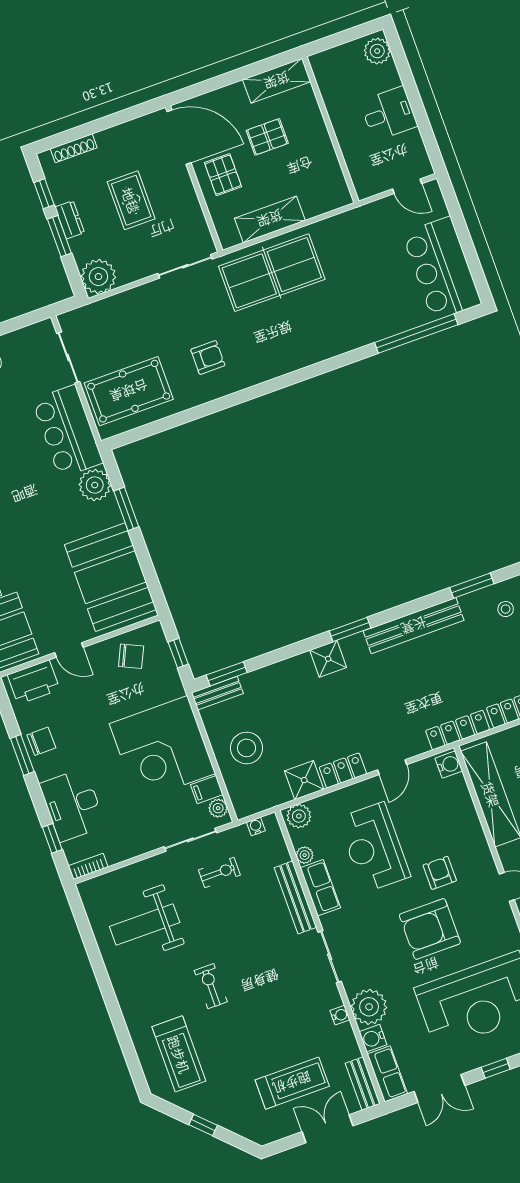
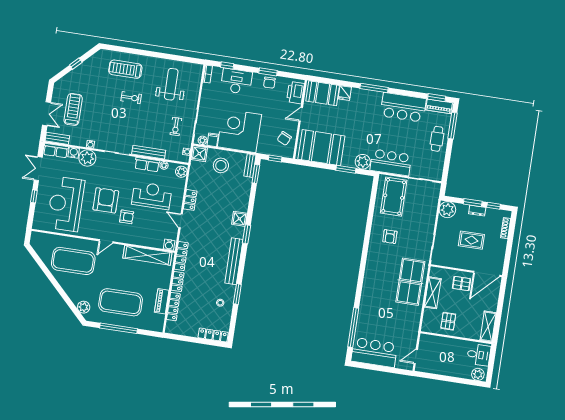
desk: (389, 114) -> (479, 355), moved, turned -90
pallet: (267, 137) -> (448, 321), moved
shower: (304, 780) -> (199, 154), moved
treadmill: (179, 1054) -> (125, 69), moved
treadmill: (292, 1083) -> (73, 109), turned 180

